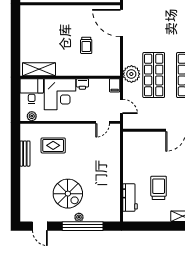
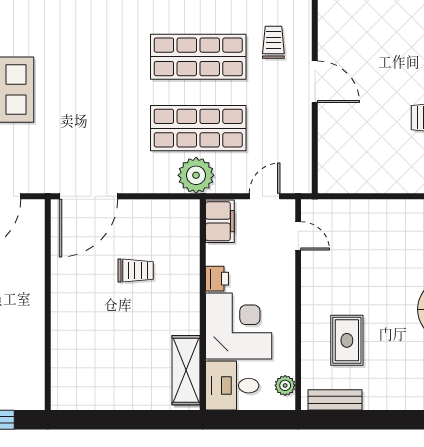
filing cabinet: (115, 85) -> (220, 221), width x2.00
bench: (25, 154) -> (335, 400), moved

